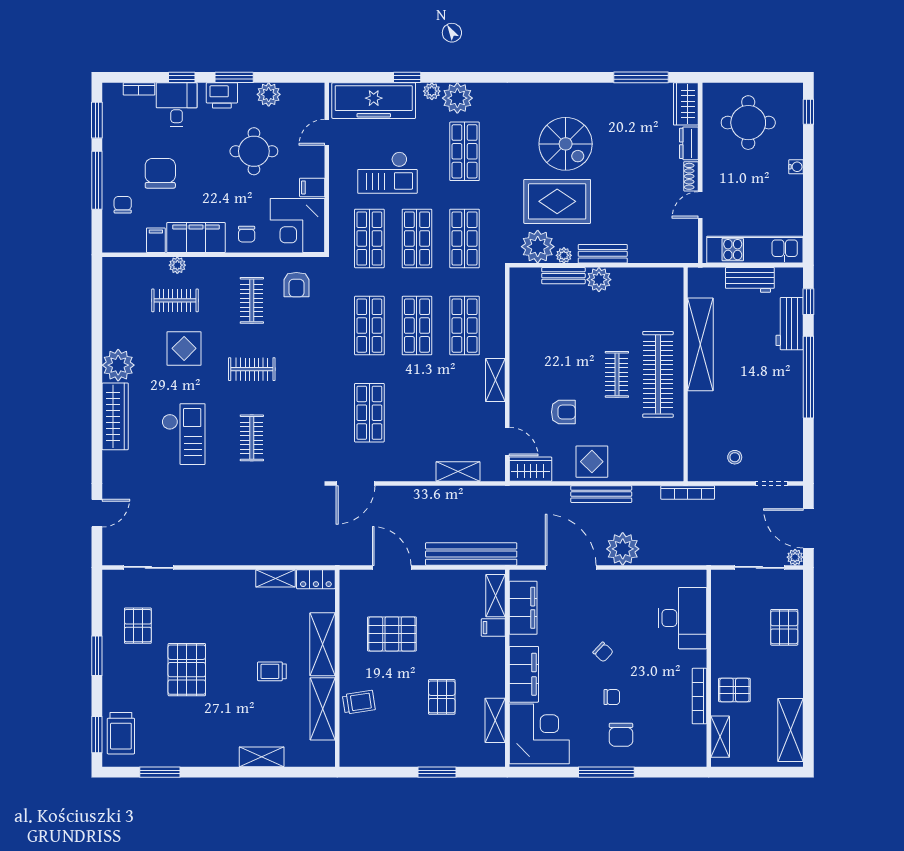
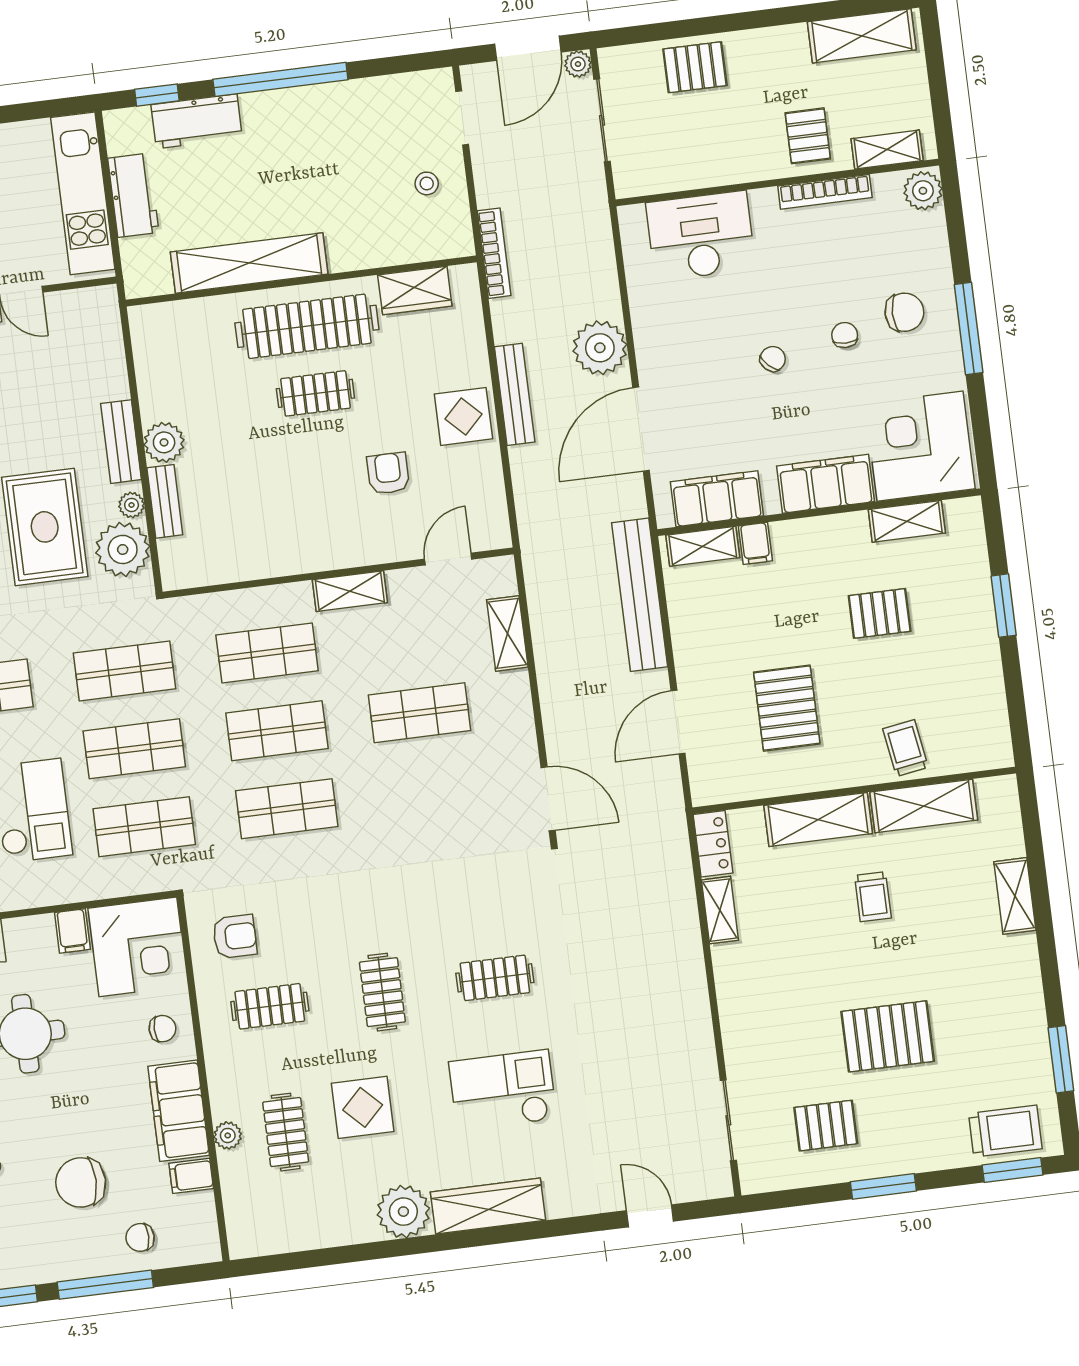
shop shelf: (369, 413) -> (420, 713), moved
wardrobe: (530, 469) -> (415, 291), moved, turned -90
plant: (693, 755) -> (923, 191), added

